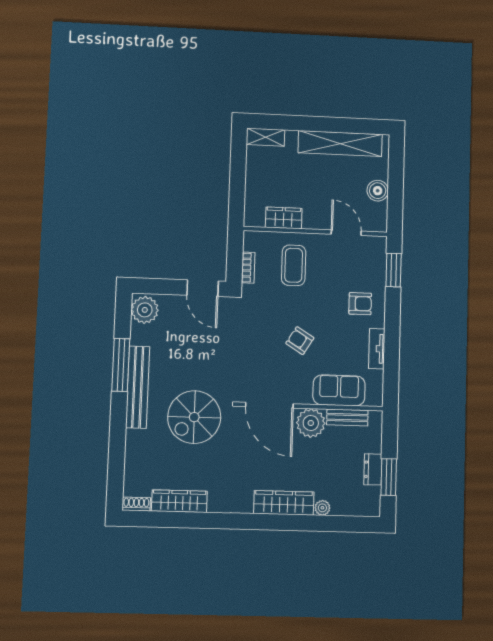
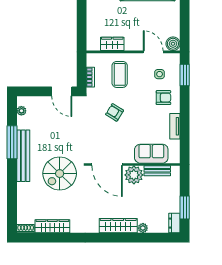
boiler: (378, 191) -> (173, 44), moved
side table: (355, 267) -> (160, 74), added
plant: (145, 310) -> (21, 111), width x0.53, depth x0.53
armchair: (300, 341) -> (115, 112), moved
dresser: (373, 469) -> (174, 223), moved

